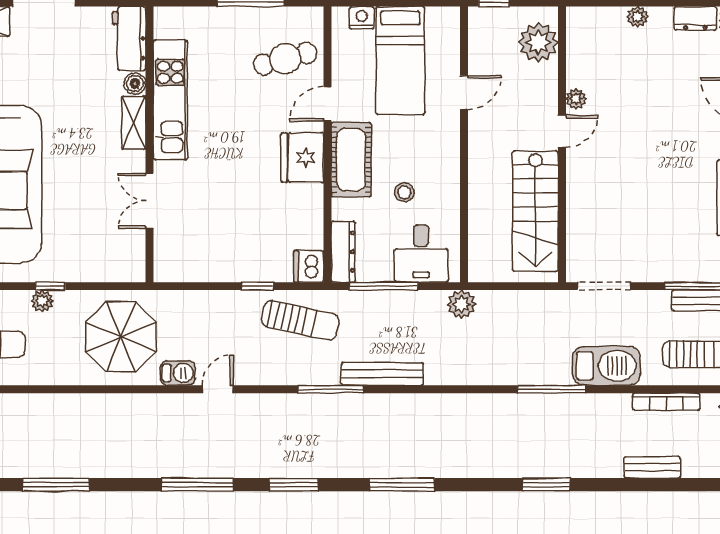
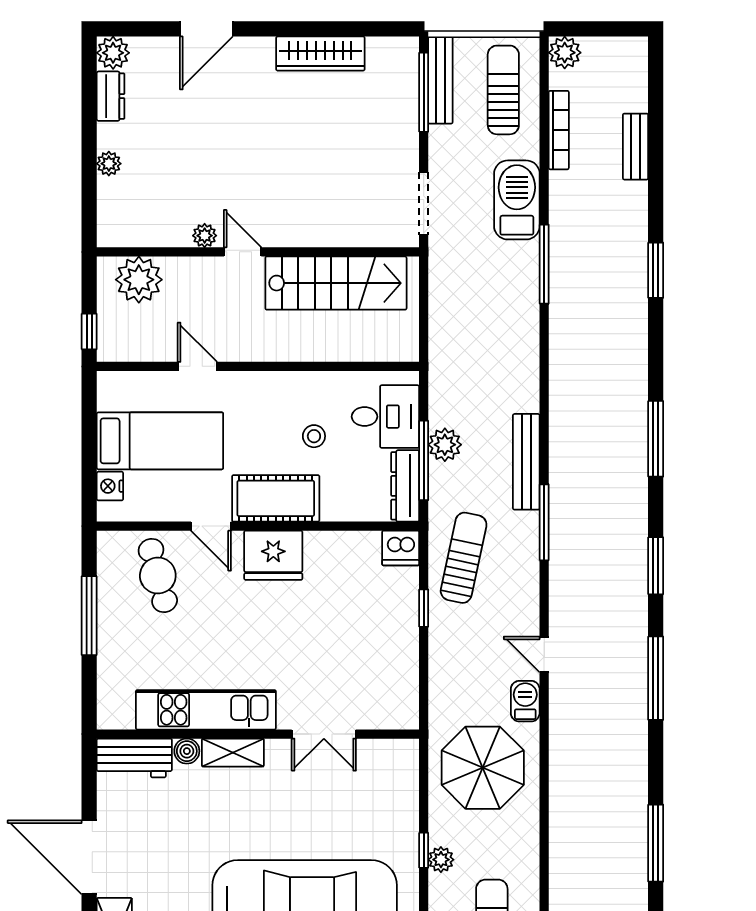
dresser: (343, 252) -> (405, 486), moved, turned -90
plant: (462, 304) -> (445, 445), moved

